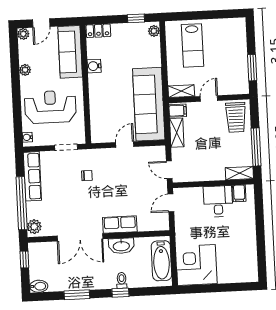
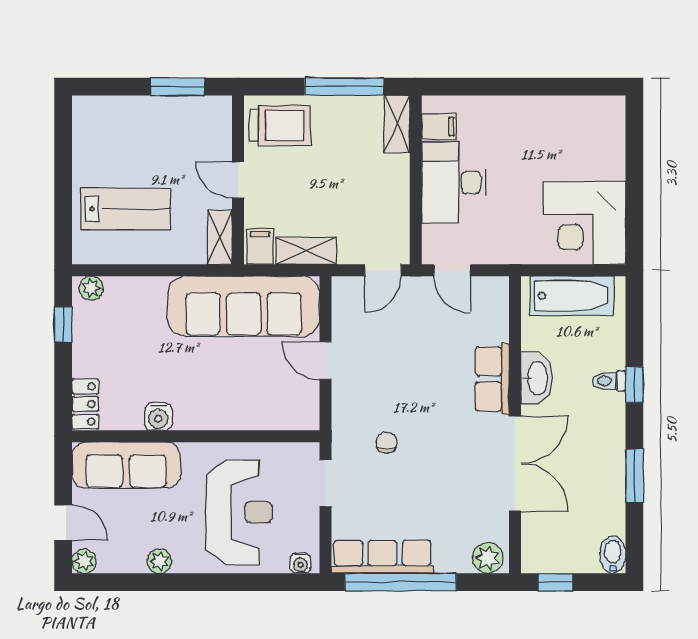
reception desk: (50, 107) -> (239, 512), turned 180
desk: (218, 201) -> (454, 182), width x1.37
window: (22, 203) -> (400, 582), moved

